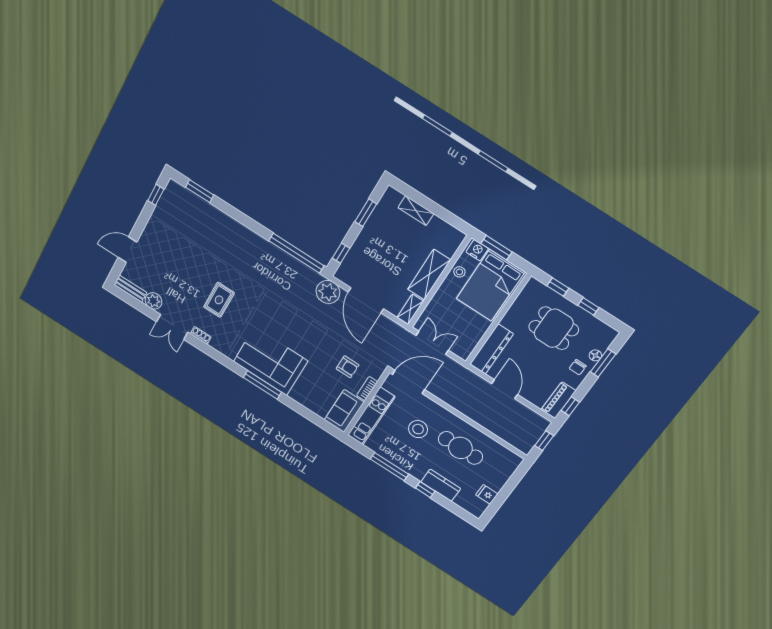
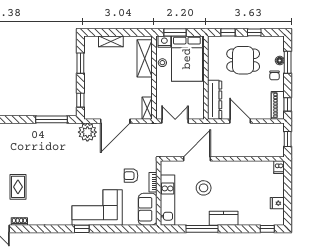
window: (296, 253) -> (52, 119), width x0.68
shelving: (429, 275) -> (145, 58), moved
door: (366, 300) -> (115, 121), hinge flipped
corner sofa: (271, 361) -> (97, 207), moved
armchair: (348, 367) -> (131, 176), turned 180
door: (408, 382) -> (197, 159), moved
window: (262, 385) -> (82, 229), width x0.46
cafe table: (460, 448) -> (239, 182), removed
dishwasher: (514, 462) -> (279, 167), added
kitchen counter: (441, 485) -> (224, 218), moved
window: (425, 490) -> (267, 229), moved

